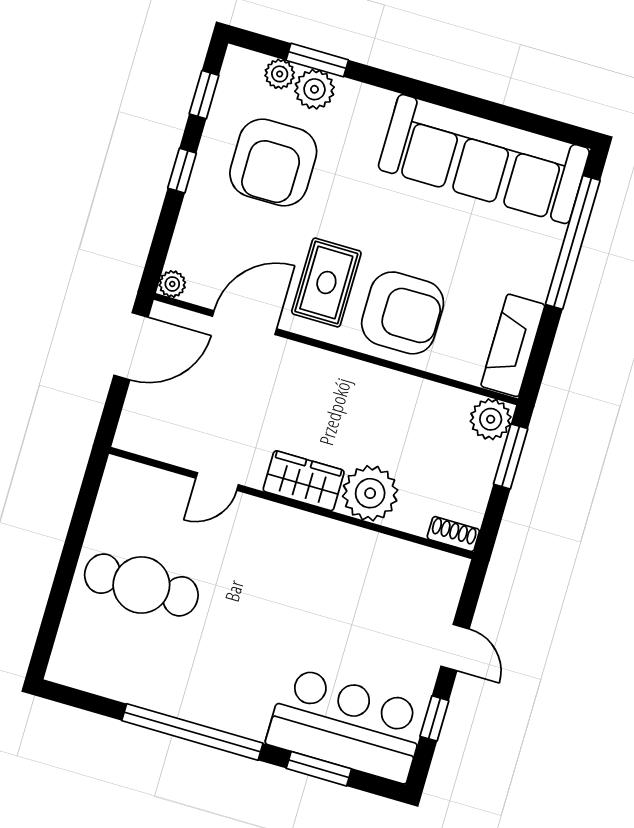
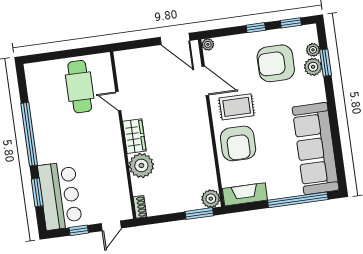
door: (217, 481) -> (118, 101), moved
wardrobe: (304, 481) -> (134, 136), moved
plant: (370, 493) -> (141, 165), moved
wall: (291, 503) -> (123, 135), moved
shoe rack: (453, 534) -> (140, 207), moved

